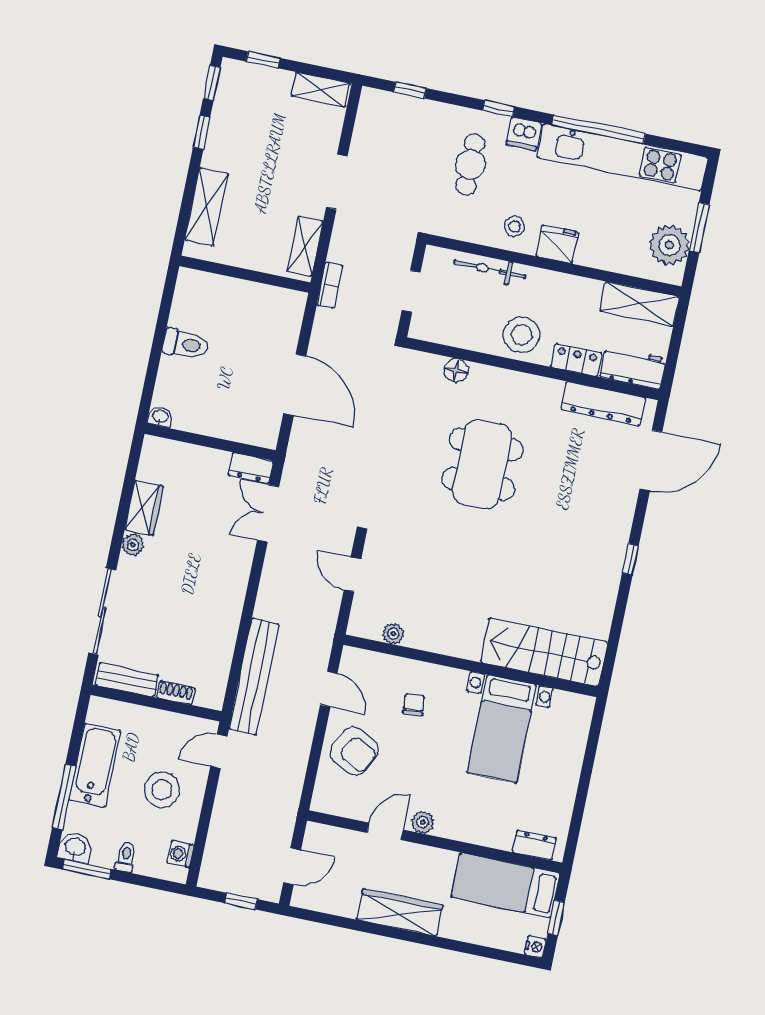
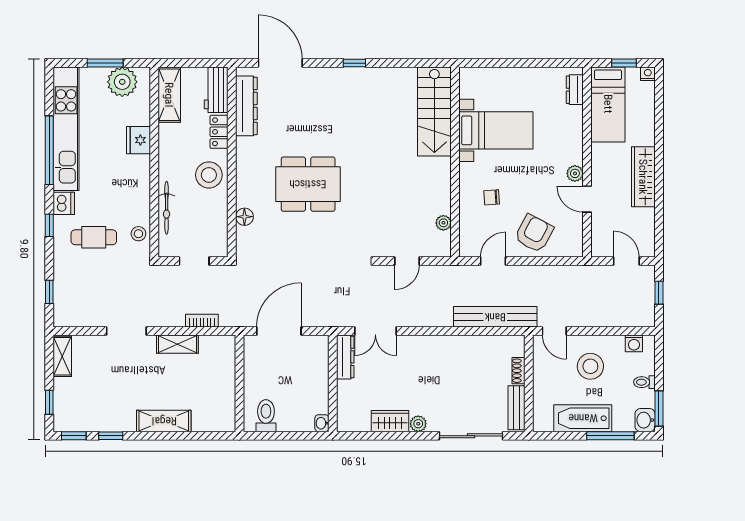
stool: (514, 226) -> (138, 234), moved
fridge: (557, 244) -> (138, 140), moved
wall: (245, 274) -> (240, 383), moved
dresser: (251, 468) -> (345, 357), width x1.44

